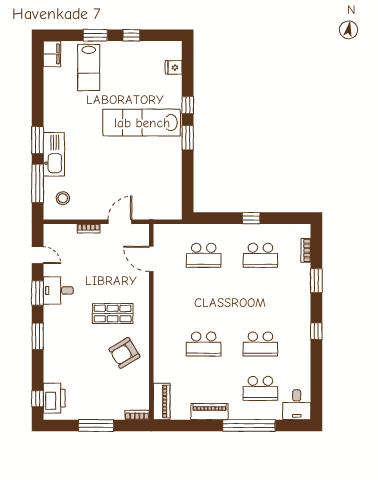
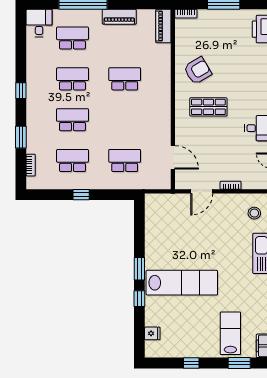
window: (95, 35) -> (239, 363), moved
school desk: (260, 300) -> (72, 120), added

